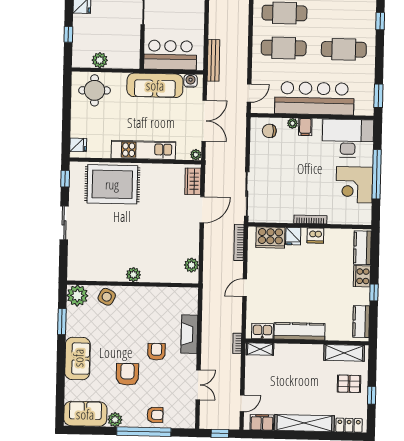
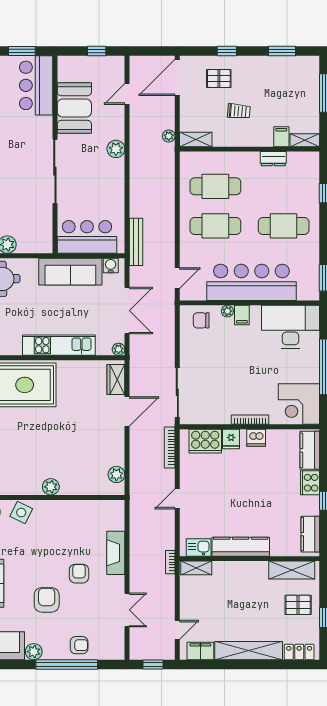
corner desk: (354, 185) -> (299, 404), moved

